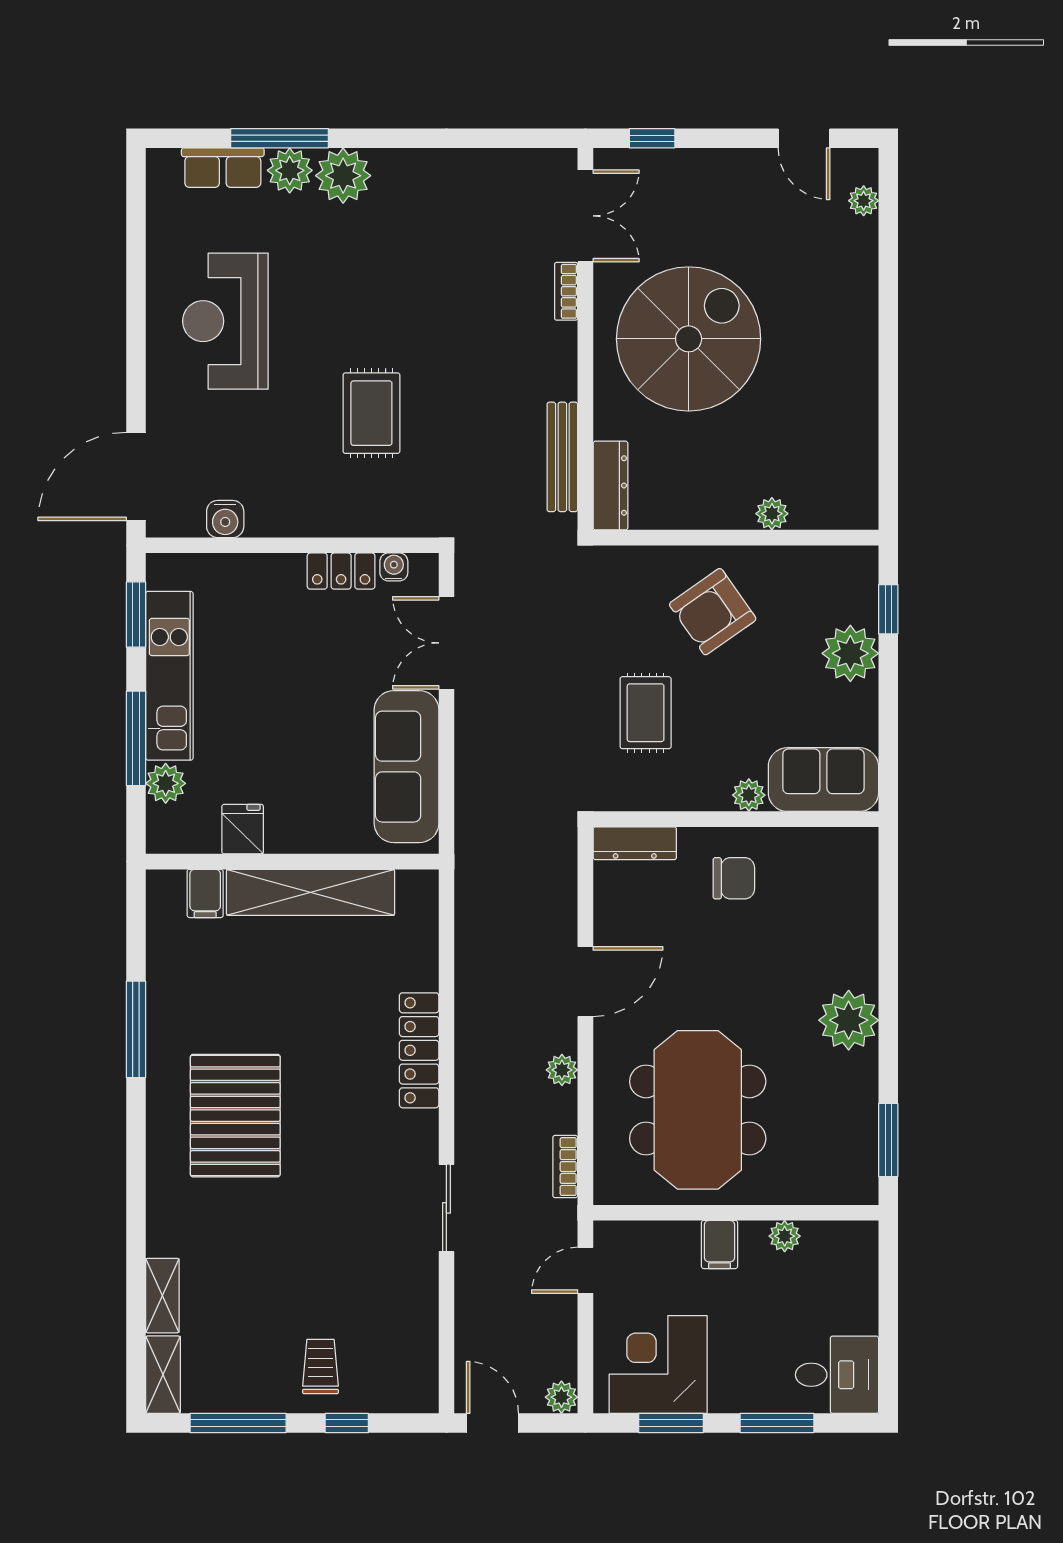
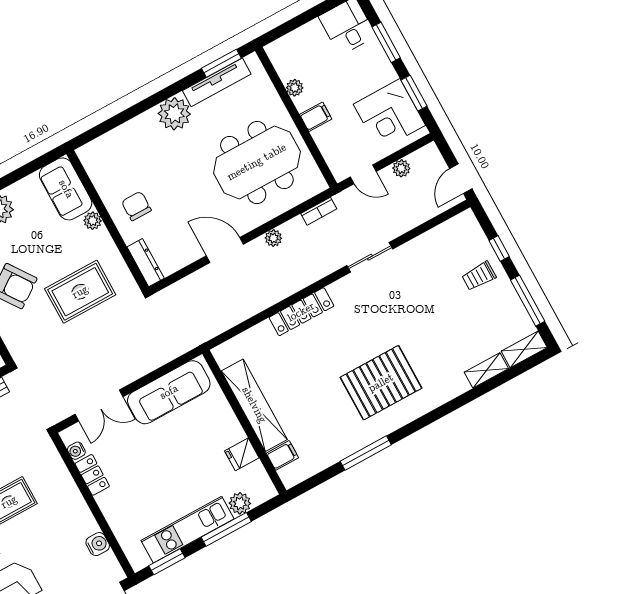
rug: (646, 713) -> (80, 292), width x1.36, depth x1.43
tv unit: (862, 1116) -> (217, 82), added
plant: (561, 1397) -> (401, 168), moved

